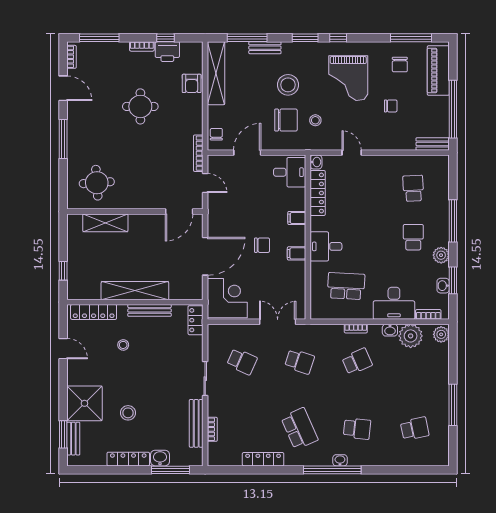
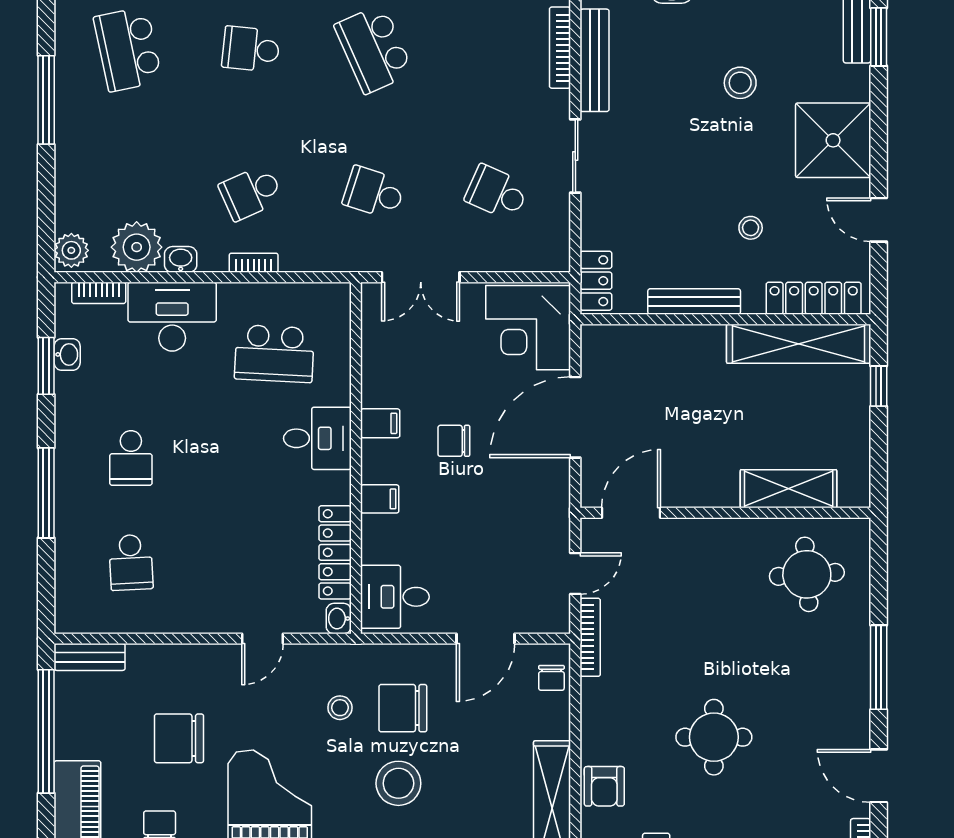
armchair: (192, 83) -> (604, 786), turned 180
chair: (391, 106) -> (179, 738), width x1.87, depth x1.87
door: (352, 153) -> (262, 639), hinge flipped
door: (205, 183) -> (575, 573), swing flipped
plant: (441, 255) -> (72, 420), removed
shelving: (135, 291) -> (799, 344), moved
shower: (84, 403) -> (833, 140), moved
bookcase: (212, 429) -> (560, 48), width x1.56
school desk: (415, 429) -> (128, 49), width x1.85

